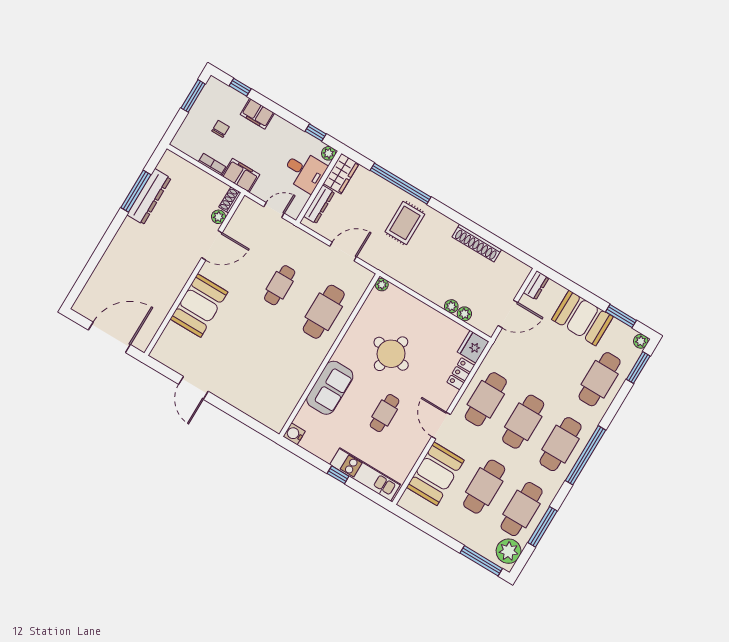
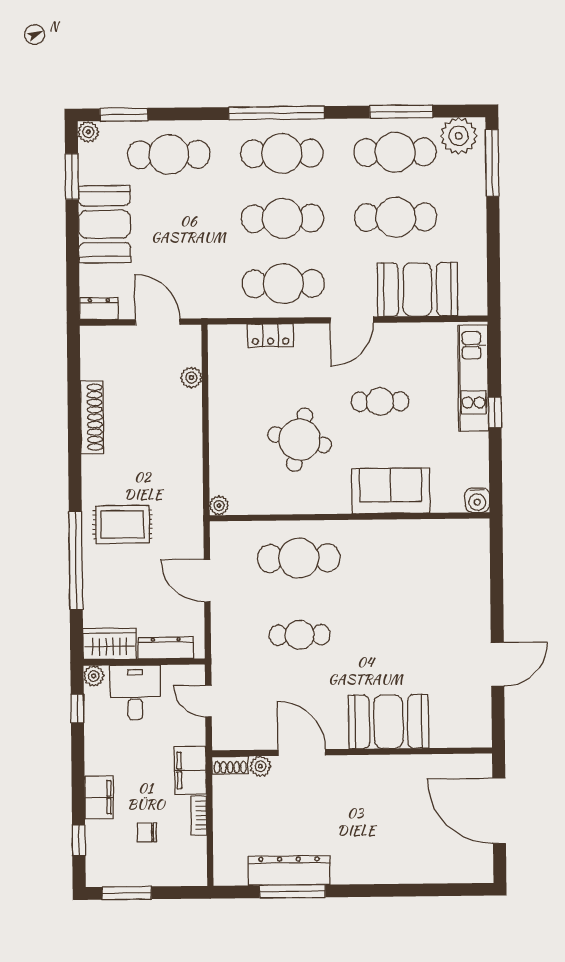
plant: (451, 306) -> (192, 400), removed
fridge: (473, 347) -> (227, 341), removed

